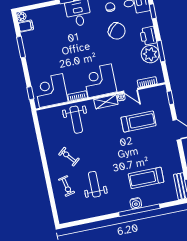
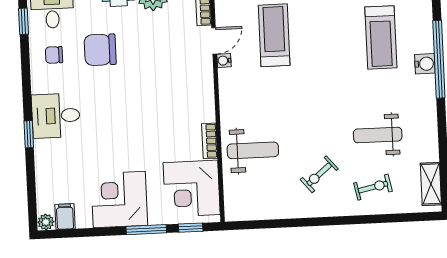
chair: (117, 31) -> (100, 50), turned -134
window: (21, 47) -> (146, 230), moved
corner desk: (100, 81) -> (119, 200), moved, turned 90
shelving: (106, 102) -> (431, 184), moved

